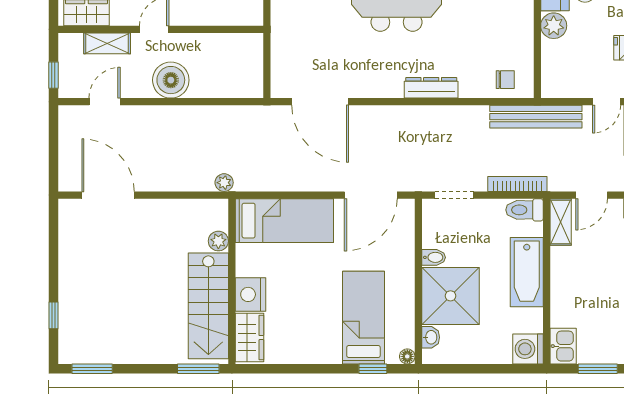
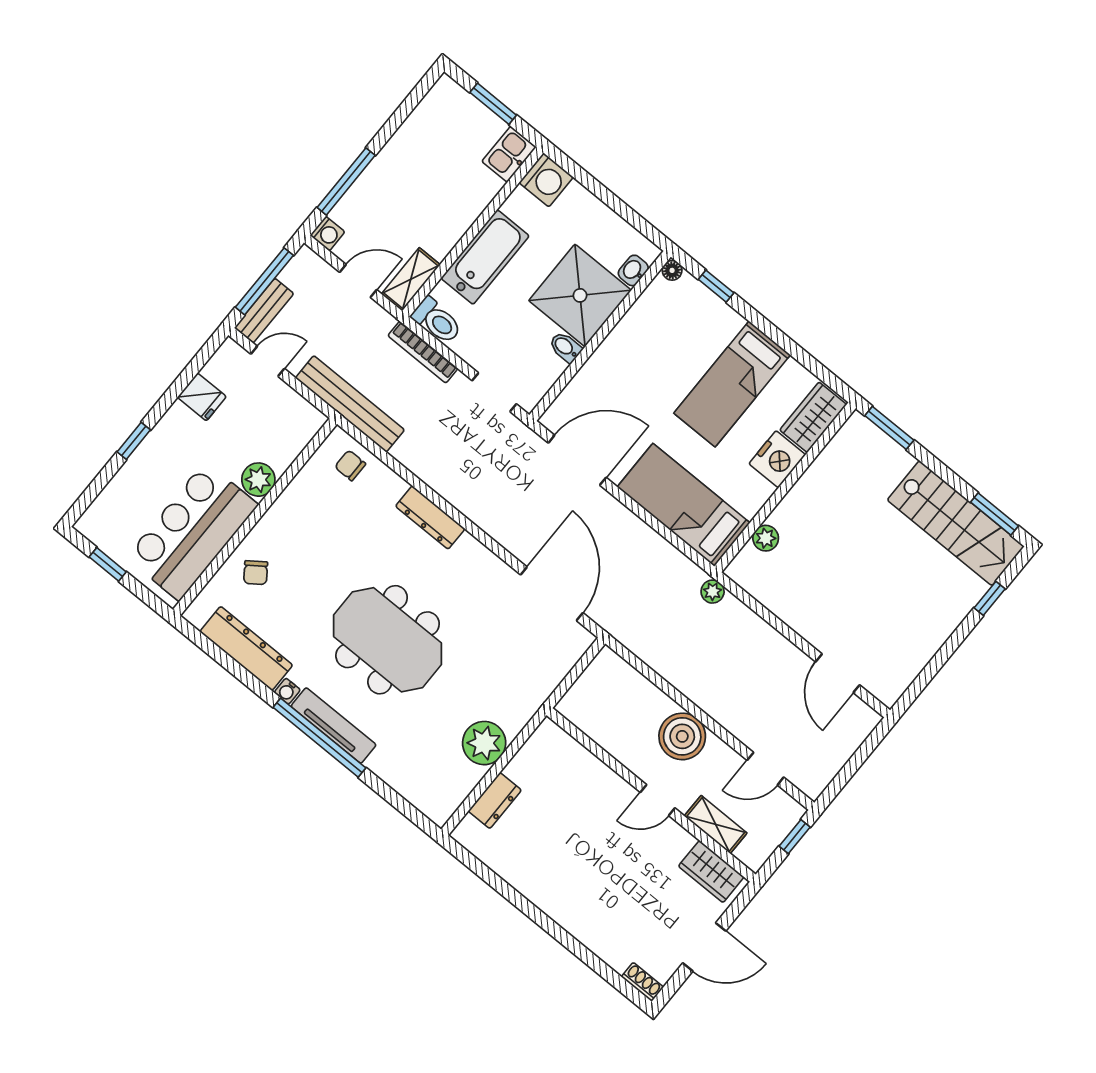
door: (108, 195) -> (838, 673), width x0.73
stairs: (208, 306) -> (956, 523), moved, turned 90
bed: (363, 318) -> (732, 384), moved

